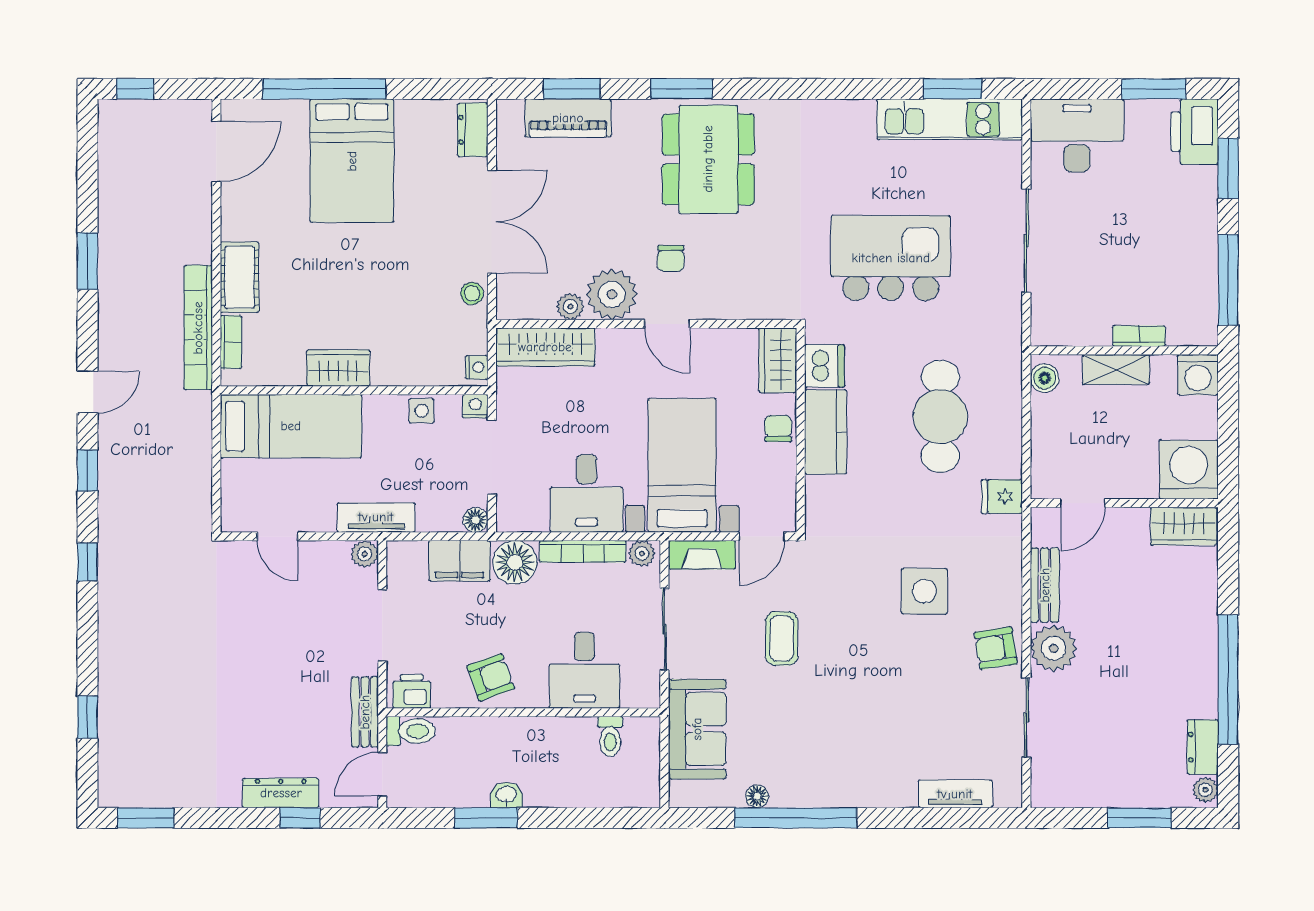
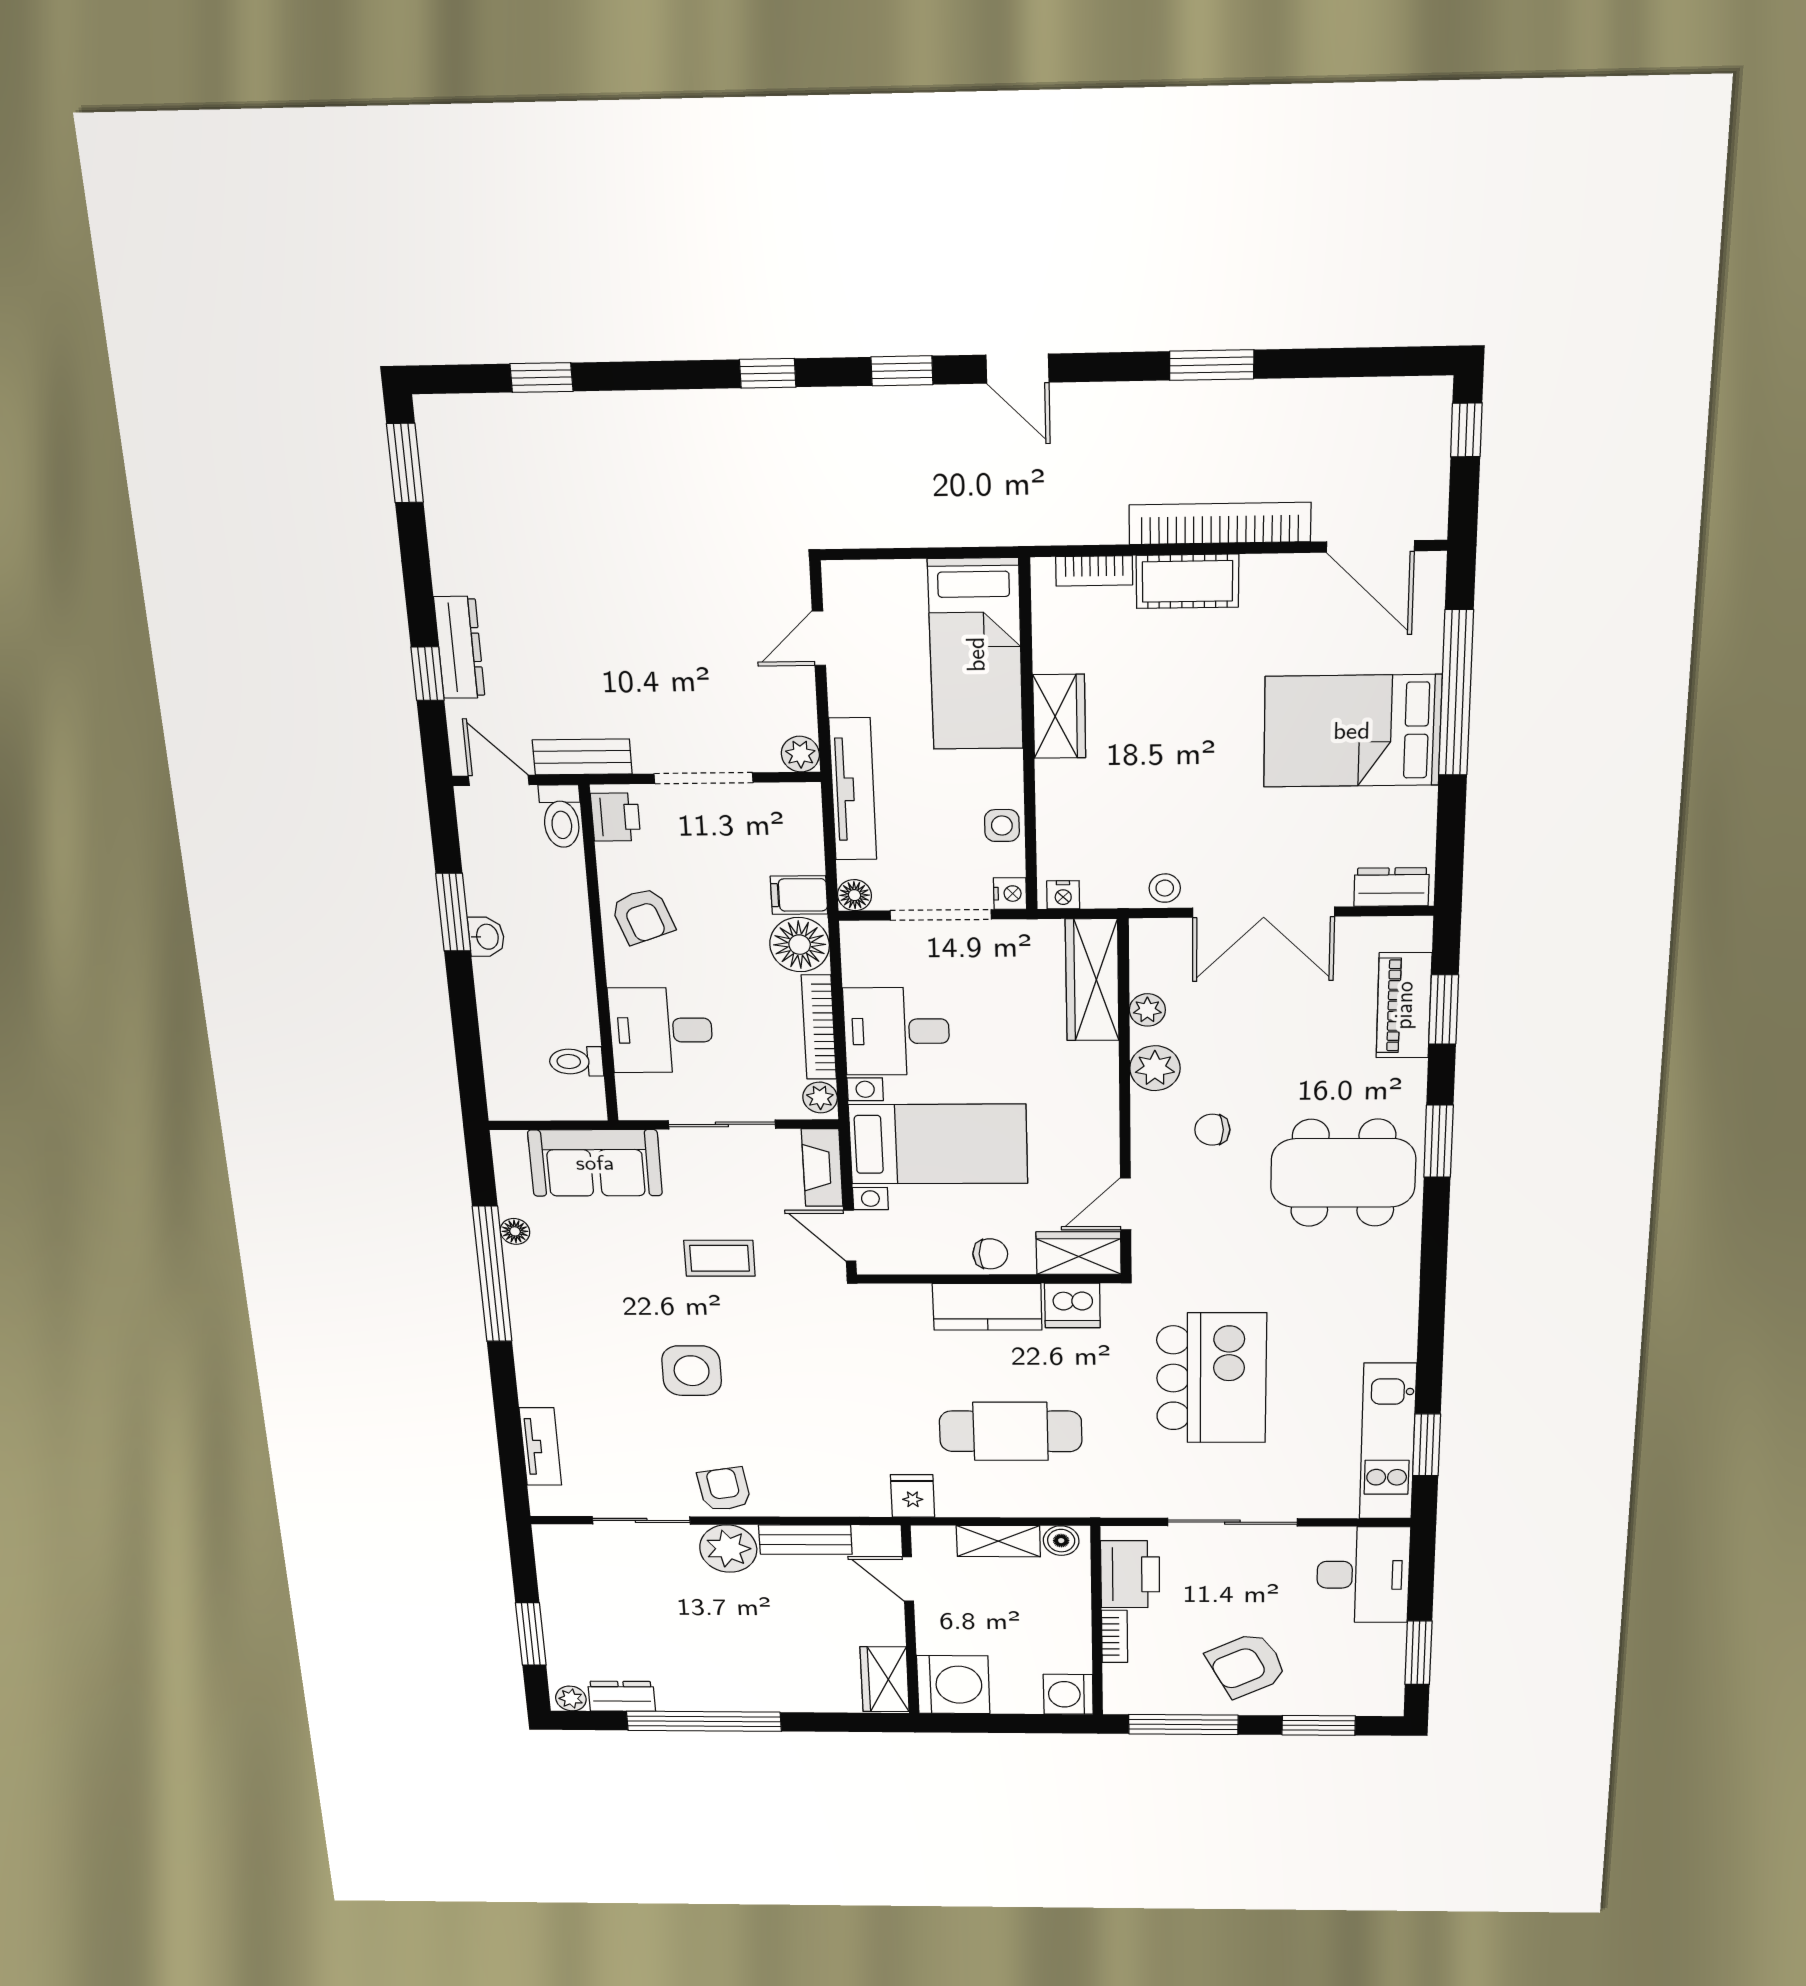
printer: (1195, 132) -> (1130, 1574), moved, turned 90
armchair: (1167, 228) -> (1247, 1665), added
plant: (612, 294) -> (1155, 1068), width x0.73, depth x0.73
door: (667, 324) -> (1126, 1204), moved
bookcase: (198, 328) -> (1220, 523), moved
shelving: (1116, 370) -> (998, 1541), moved, turned 90
tv unit: (376, 517) -> (853, 789), width x1.41
filing cabinet: (460, 561) -> (799, 895), width x0.50
side table: (924, 591) -> (692, 1371), moved

